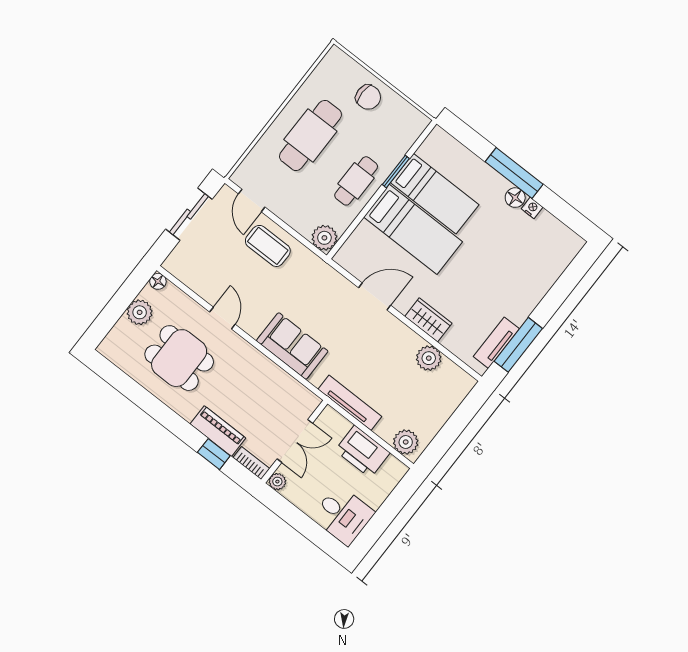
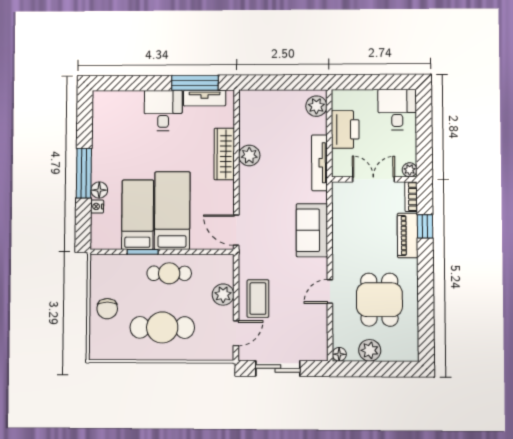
chair: (368, 97) -> (107, 309), turned 180
floor lamp: (515, 198) -> (99, 190), moved
nightstand: (532, 208) -> (97, 206), moved
plant: (324, 238) -> (223, 295), moved
desk: (515, 294) -> (163, 110), added
door: (375, 297) -> (236, 230), moved
wardrobe: (428, 320) -> (224, 154), width x1.50
plant: (429, 358) -> (249, 156), moved

